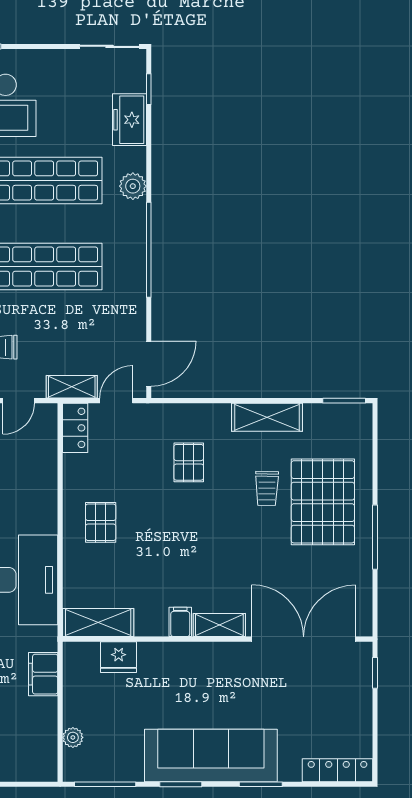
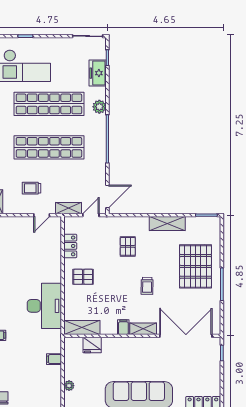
locker: (75, 428) -> (70, 246), moved
trolley: (267, 488) -> (147, 286), moved
pallet: (101, 522) -> (83, 277), turned 90
filing cabinet: (43, 674) -> (54, 359), width x0.50

